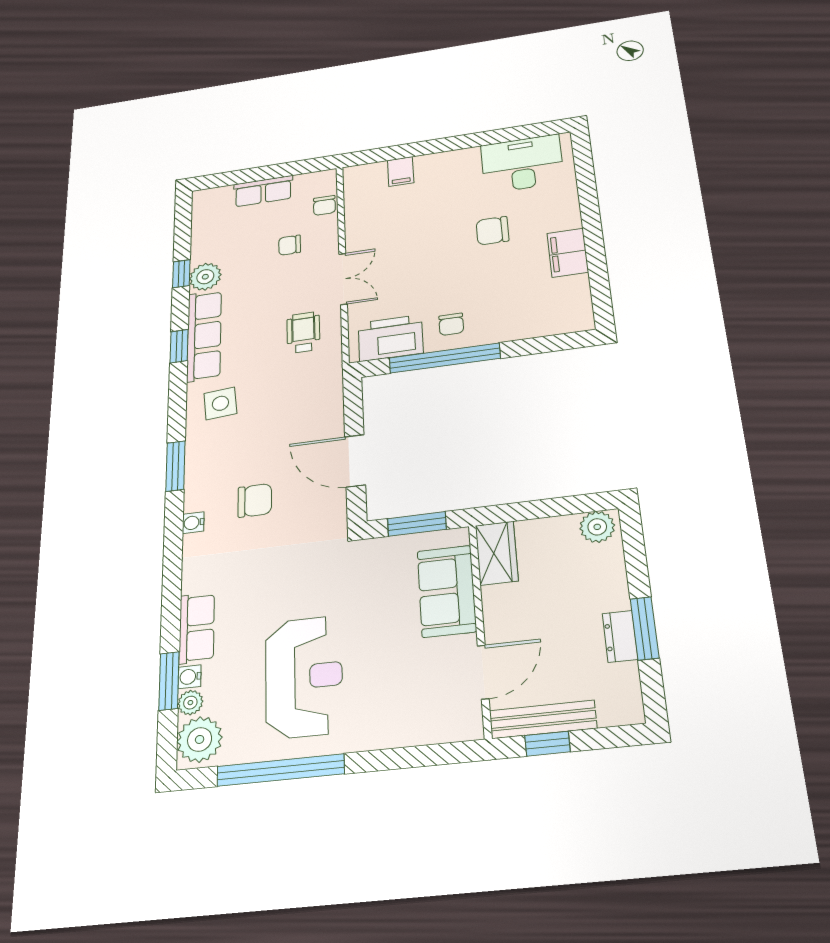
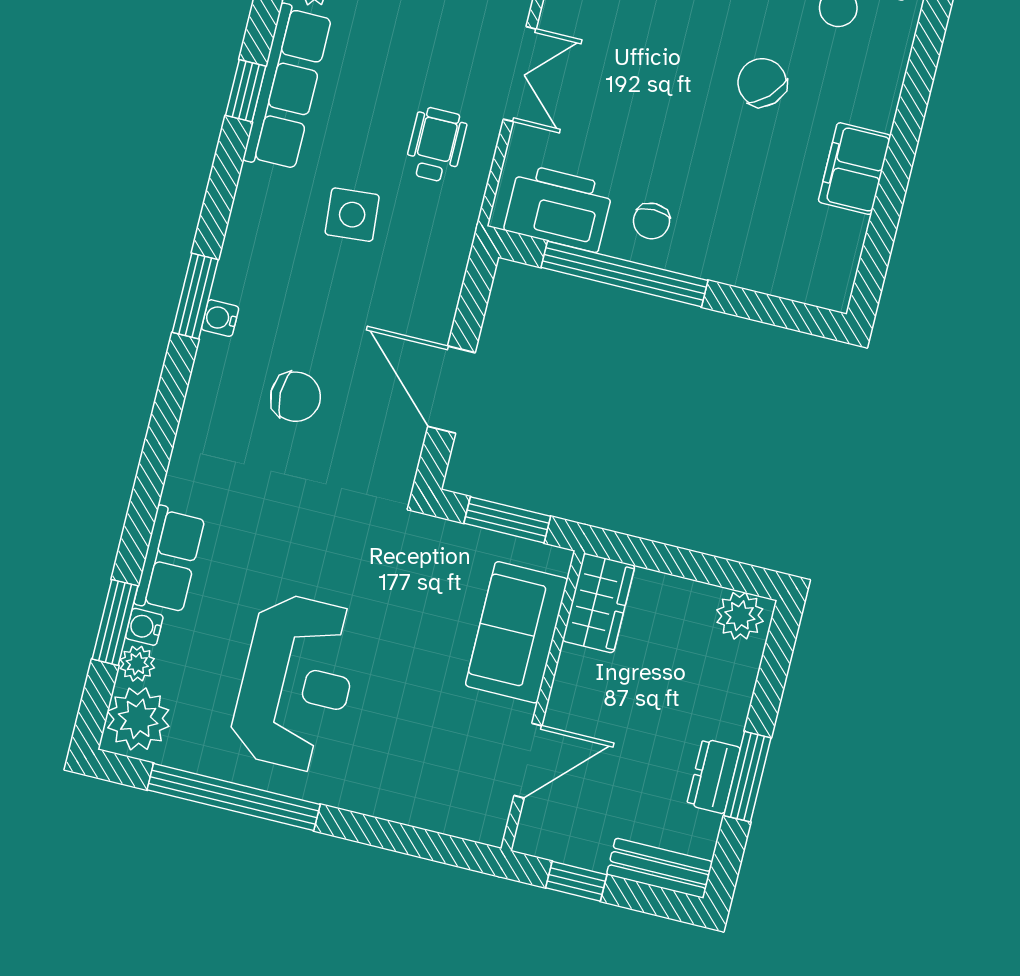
chair: (492, 231) -> (762, 83), turned 45
side table: (220, 403) -> (352, 215), moved
water cooler: (193, 523) -> (220, 318), moved
bench: (543, 719) -> (660, 868), moved, width x0.73

